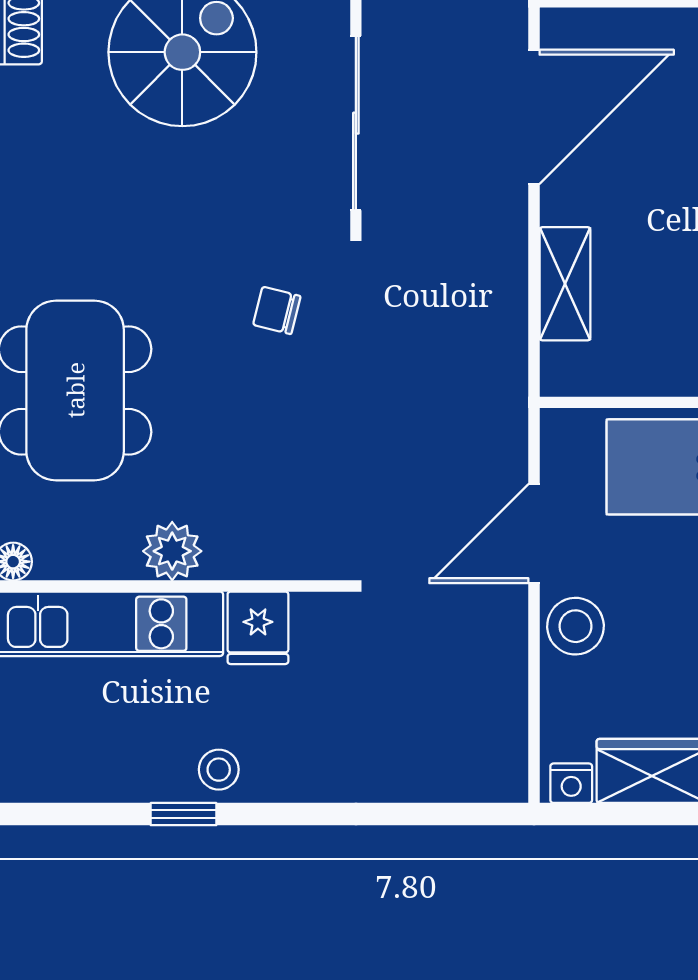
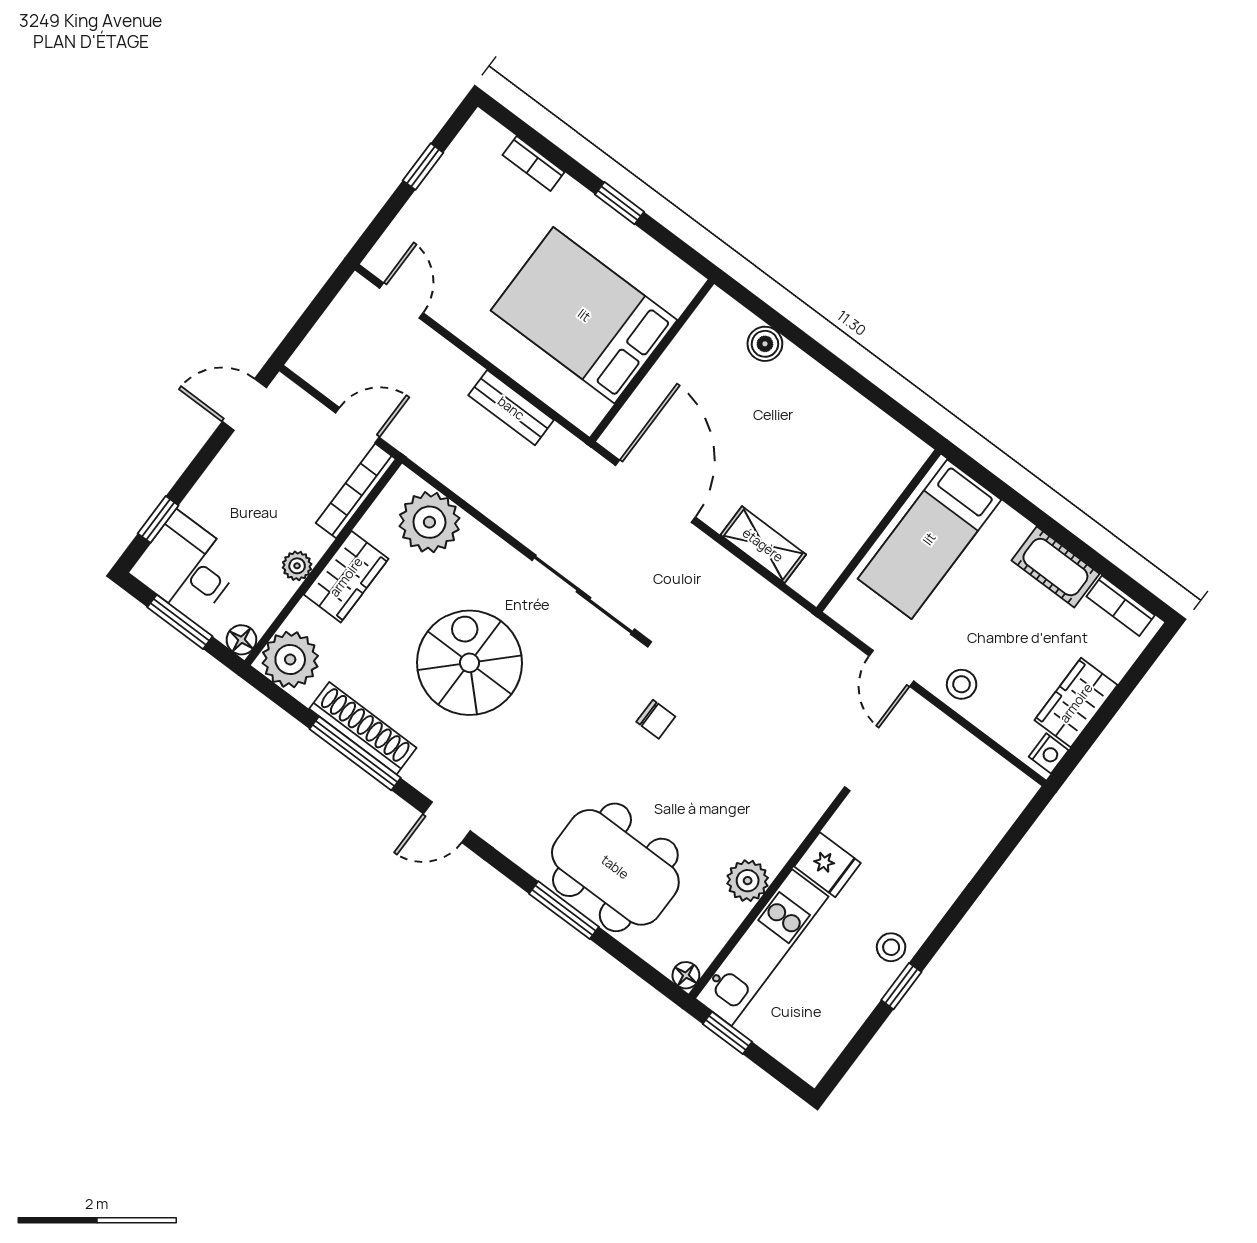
chair: (277, 310) -> (656, 719), turned -104
door: (534, 534) -> (891, 668), width x0.73
stool: (576, 626) -> (962, 684), width x0.73, depth x0.73

